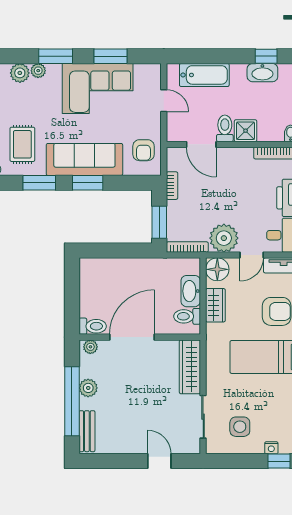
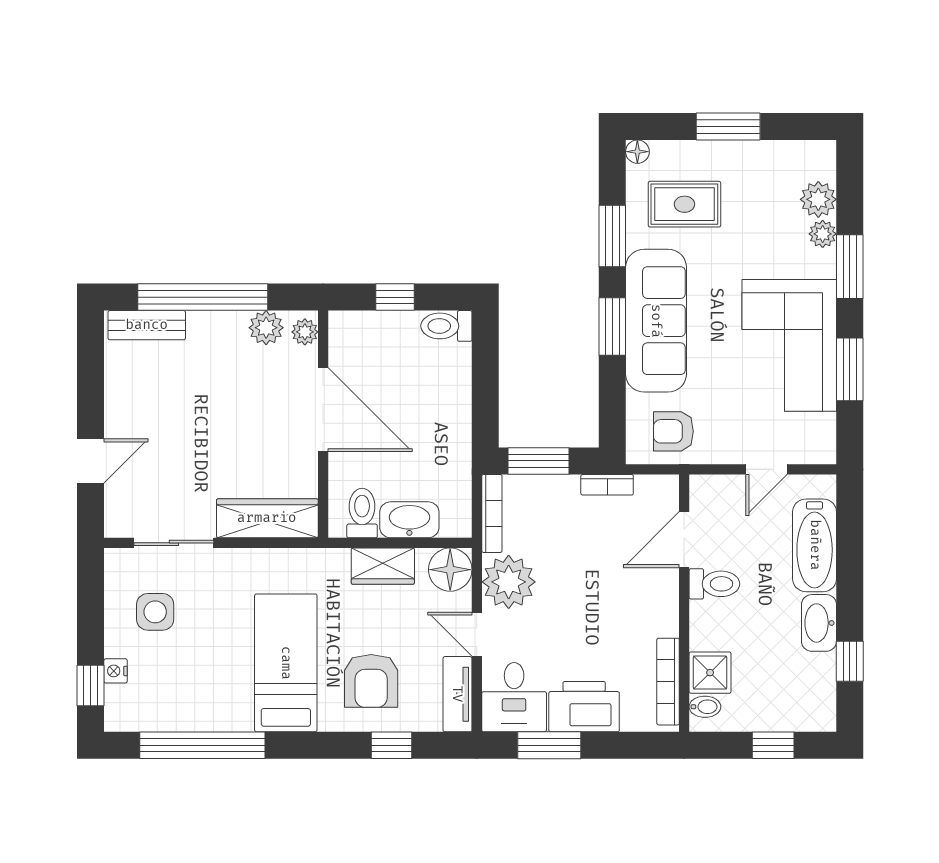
washbasin: (262, 73) -> (819, 623), moved
shower: (246, 131) -> (710, 673), moved
window: (72, 299) -> (395, 297), added
toilet: (93, 326) -> (446, 326), moved, turned 90
plant: (88, 388) -> (266, 328), moved

